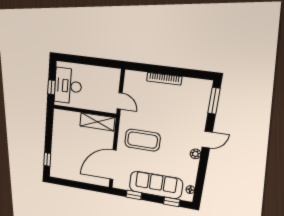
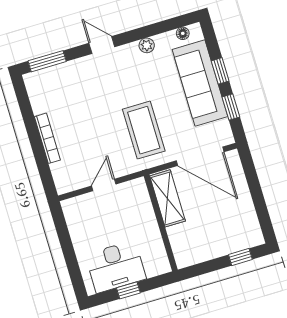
wall: (85, 111) -> (161, 223), moved
shelving: (97, 122) -> (168, 198), moved
plant: (195, 154) -> (147, 45), moved
window: (172, 202) -> (220, 71), moved

